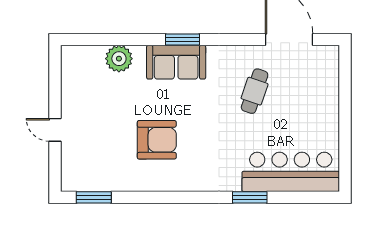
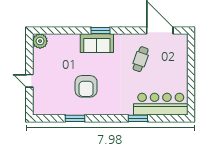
plant: (119, 59) -> (40, 41), moved
armchair: (157, 140) -> (86, 86), turned 90
window: (94, 197) -> (75, 118), moved

